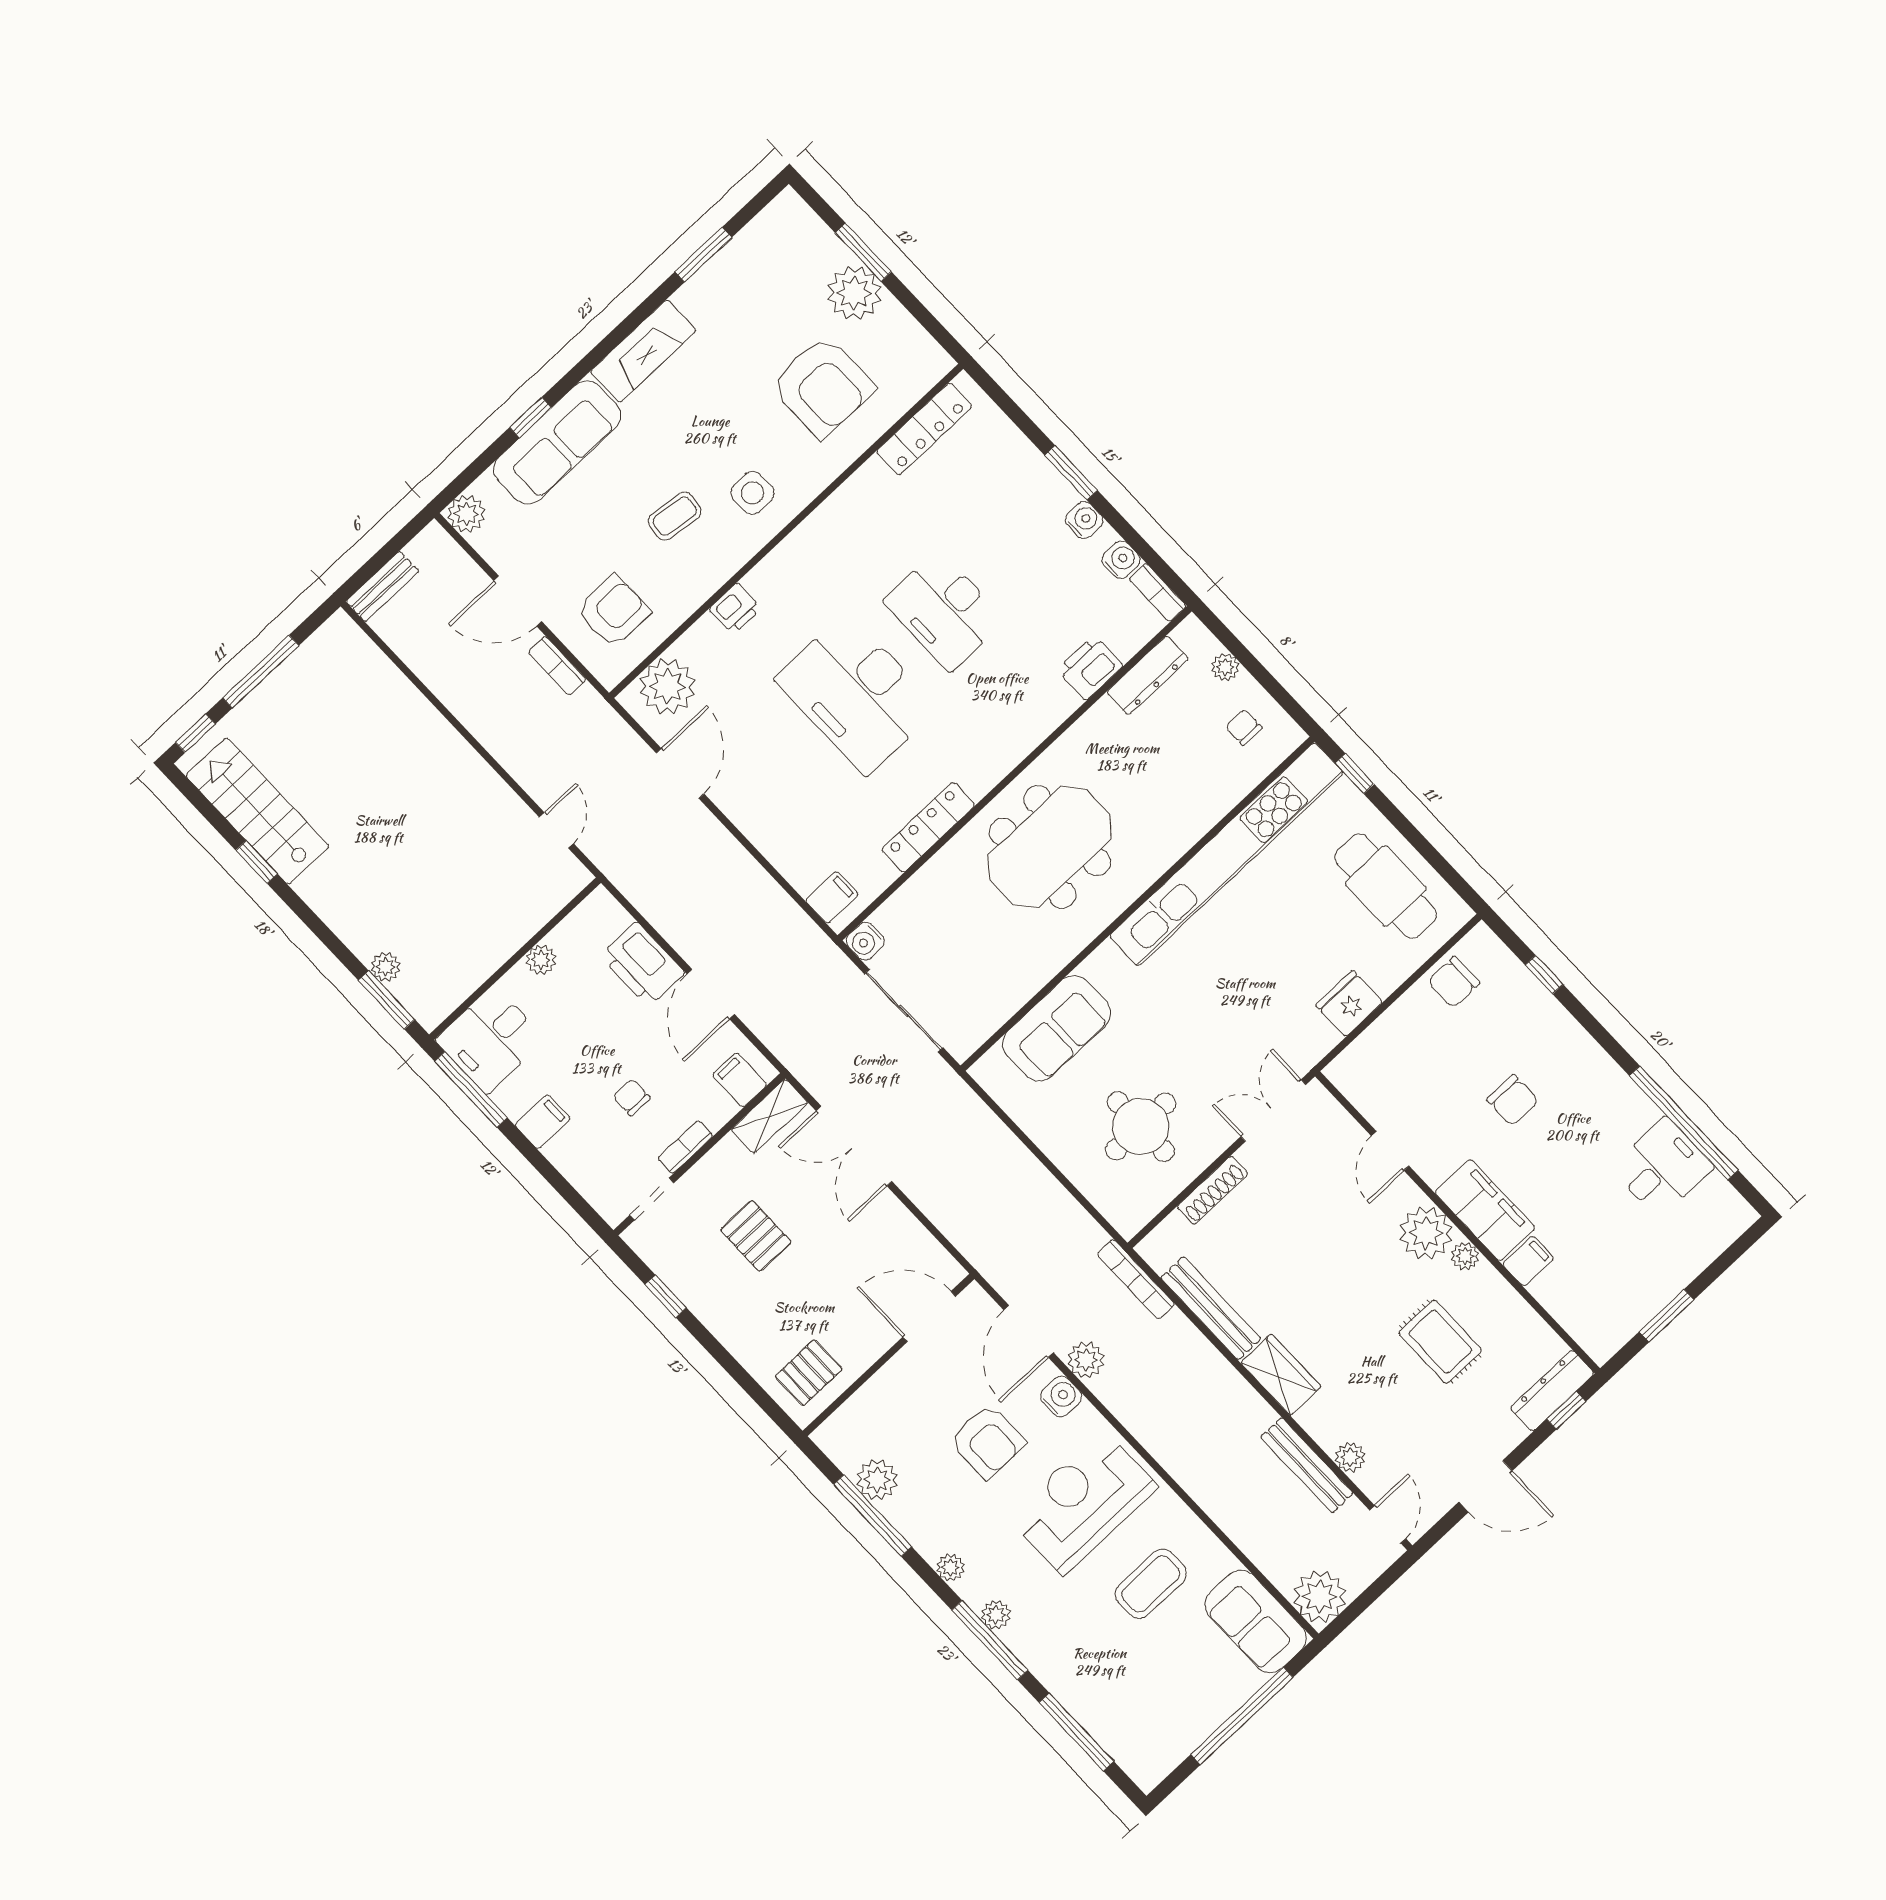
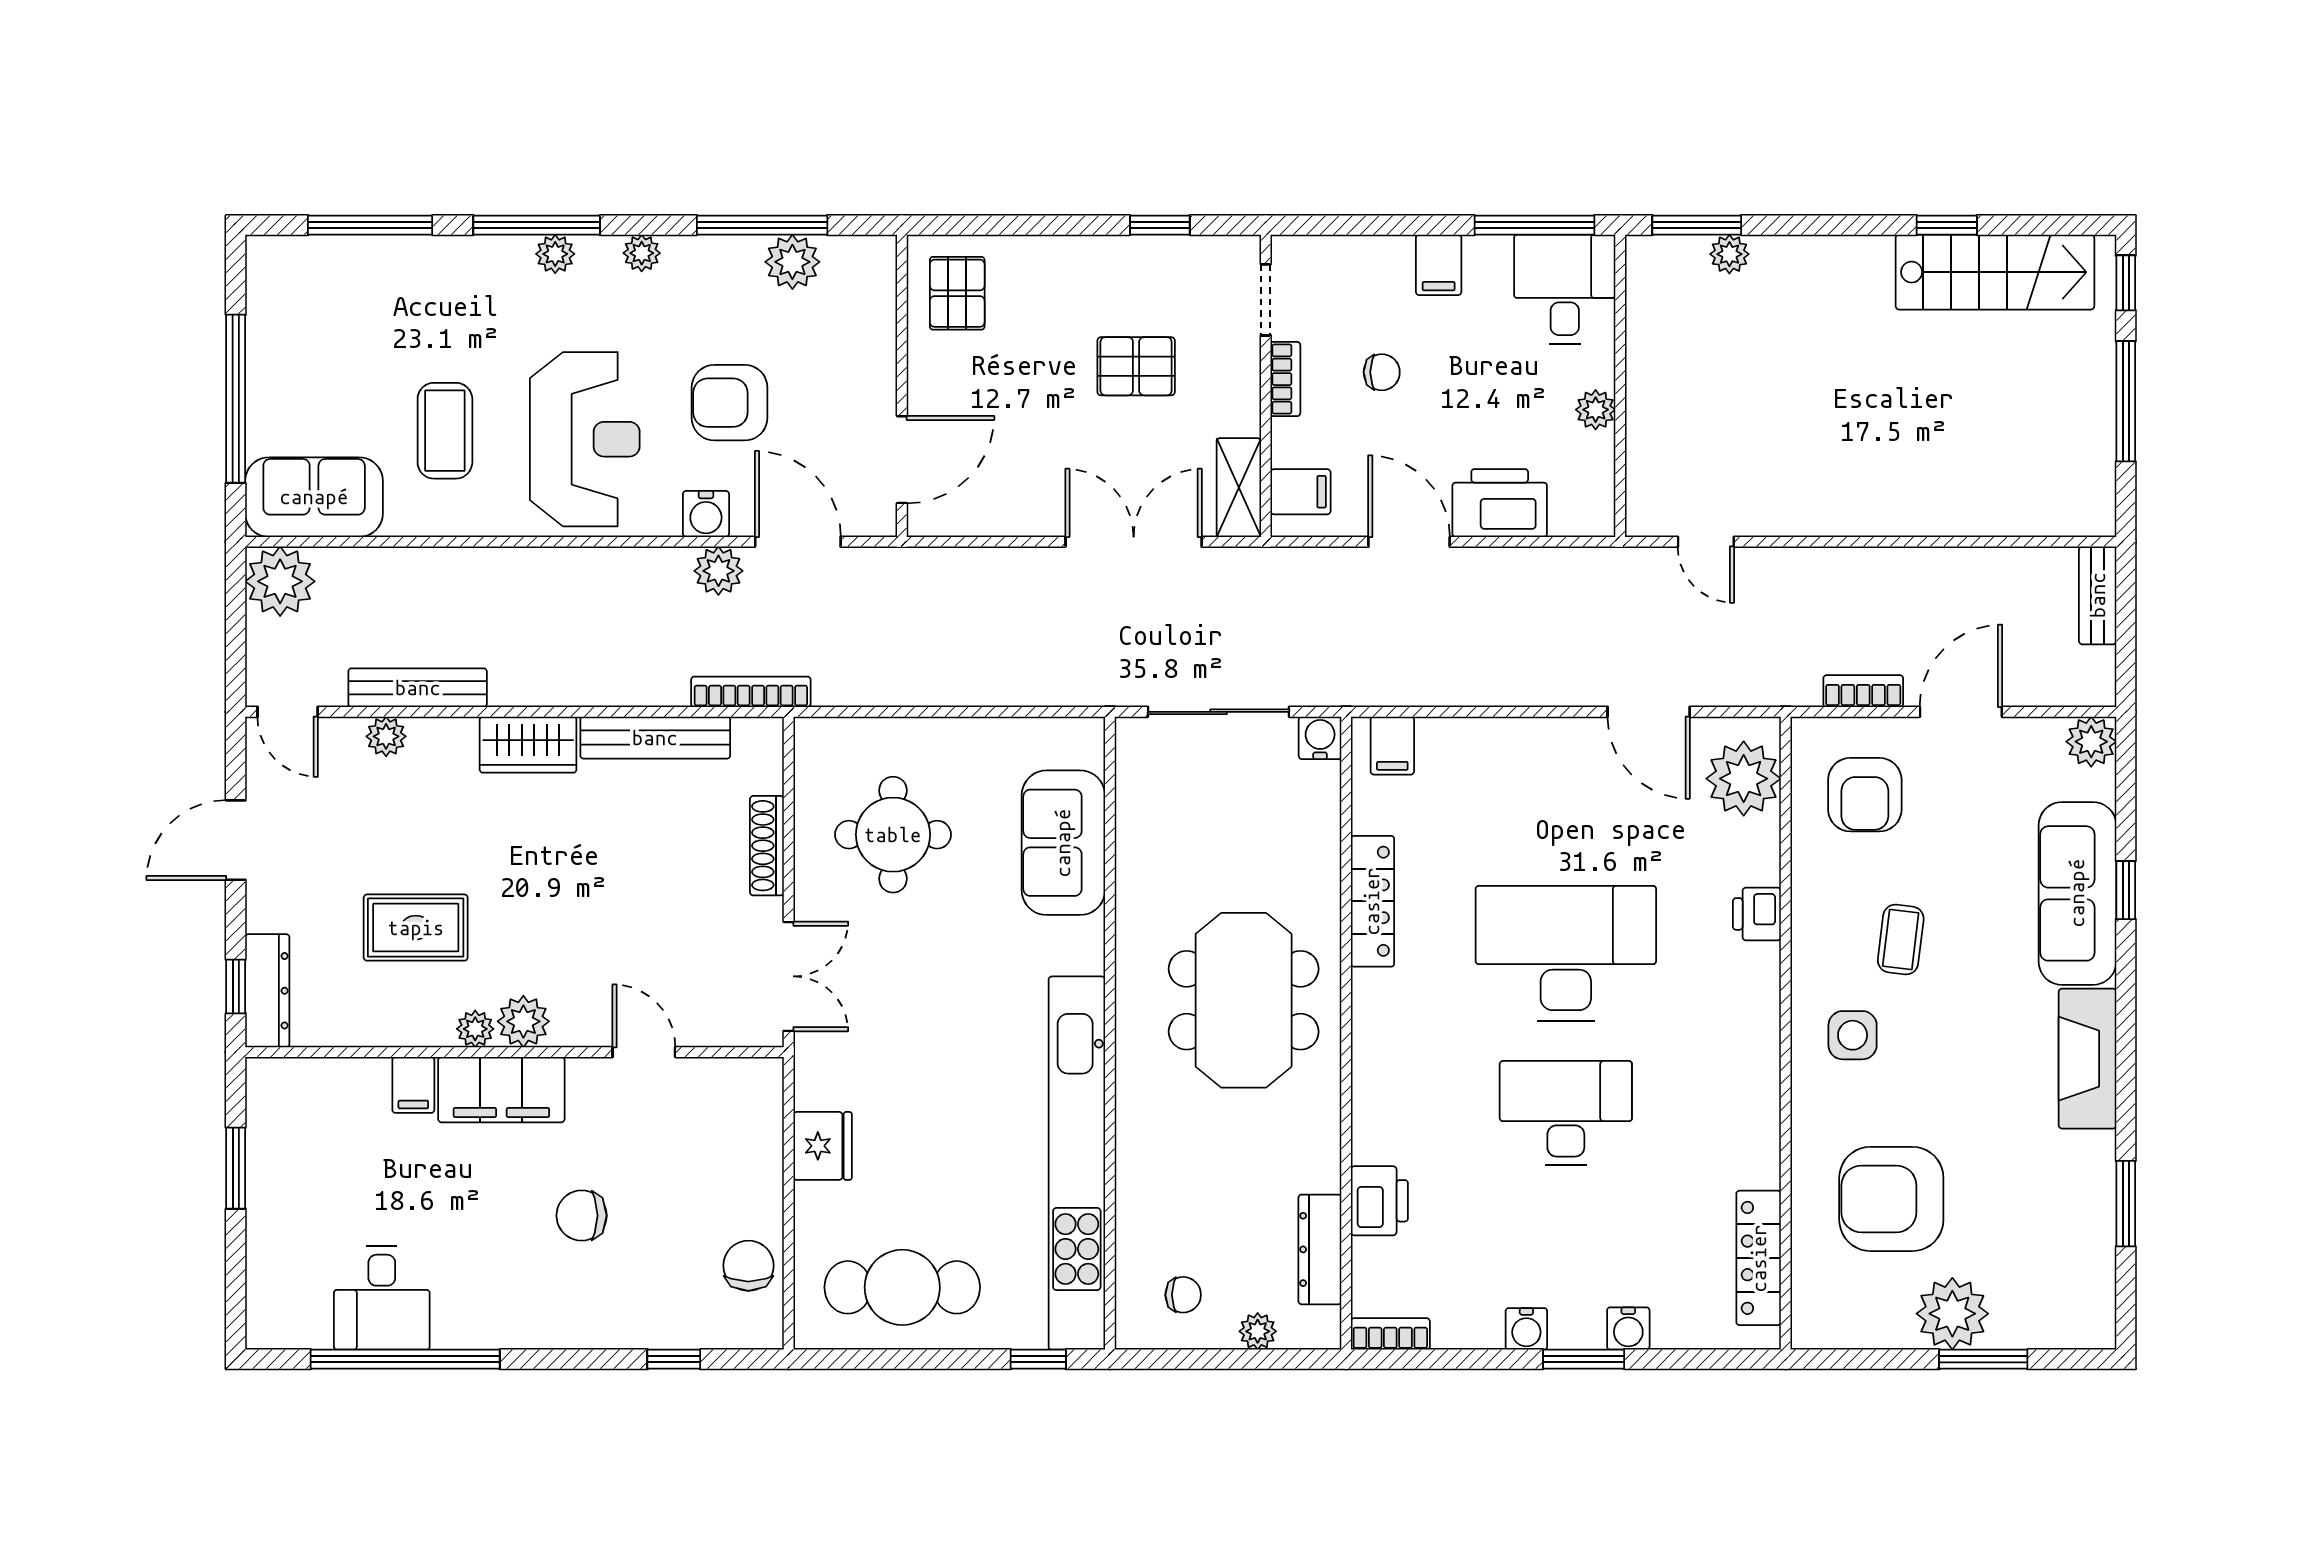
water cooler: (1121, 560) -> (1628, 1329), moved
plant: (1426, 1233) -> (523, 1021), width x0.73, depth x0.73

